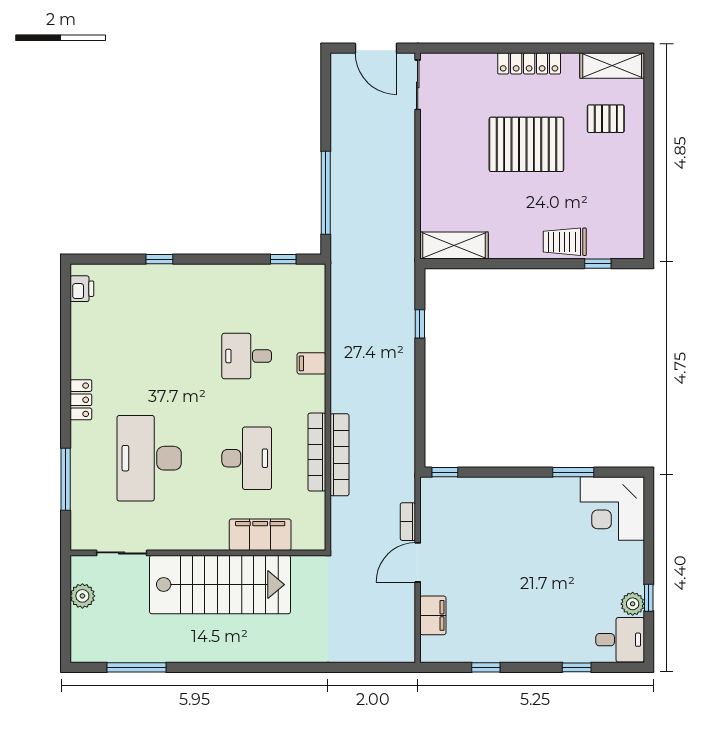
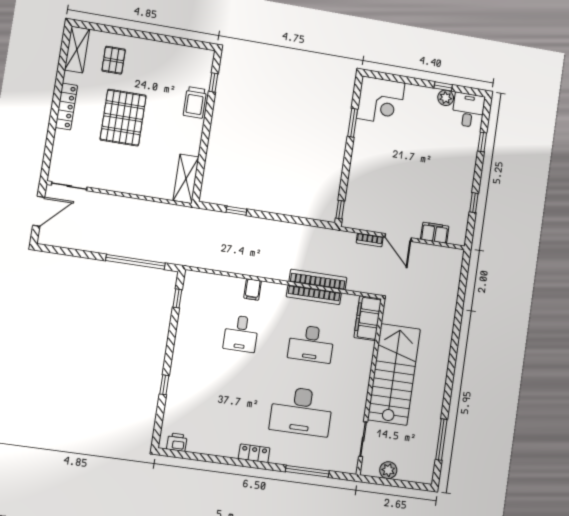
desk: (247, 458) -> (311, 344), turned 180
filing cabinet: (260, 535) -> (368, 318), moved

